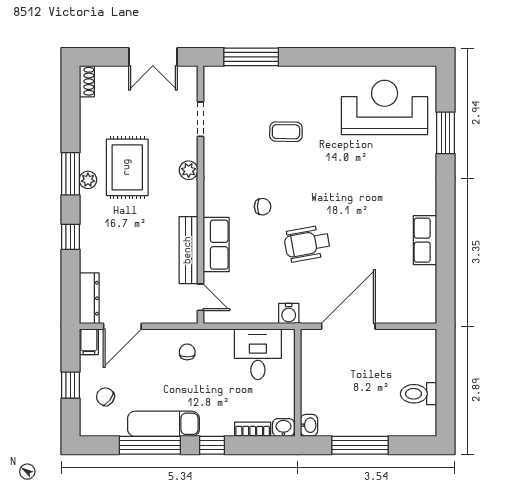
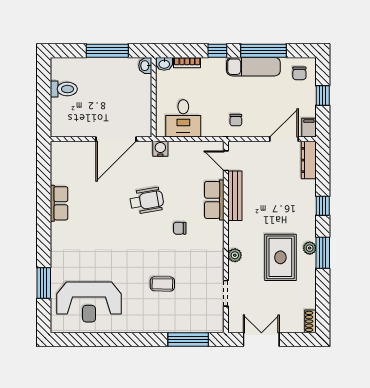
chair: (105, 397) -> (299, 73), moved, turned 52

